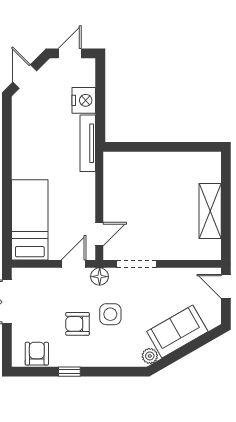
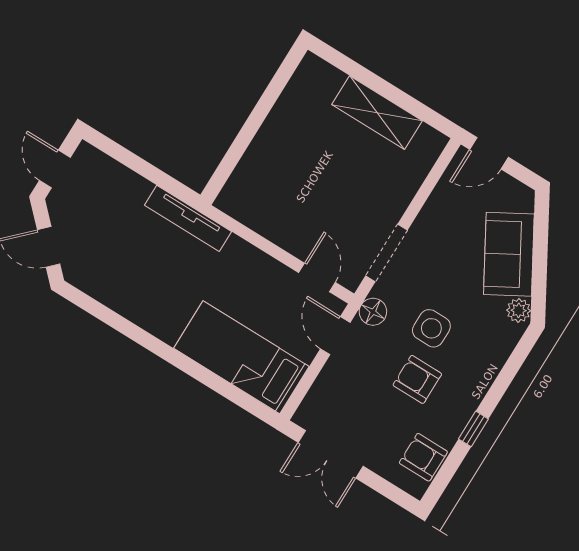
nightstand: (84, 100) -> (128, 189), removed
armchair: (77, 324) -> (417, 379), turned 90

